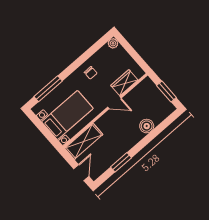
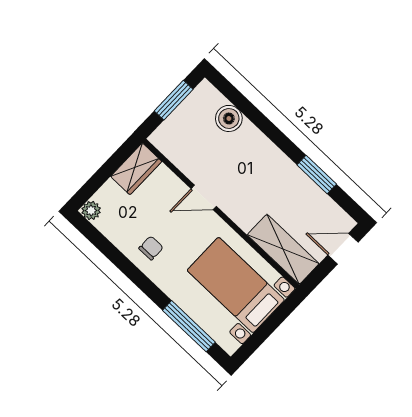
wardrobe: (124, 83) -> (136, 169), moved, turned -90
door: (114, 103) -> (204, 197), swing flipped
boiler: (147, 126) -> (229, 118), moved

